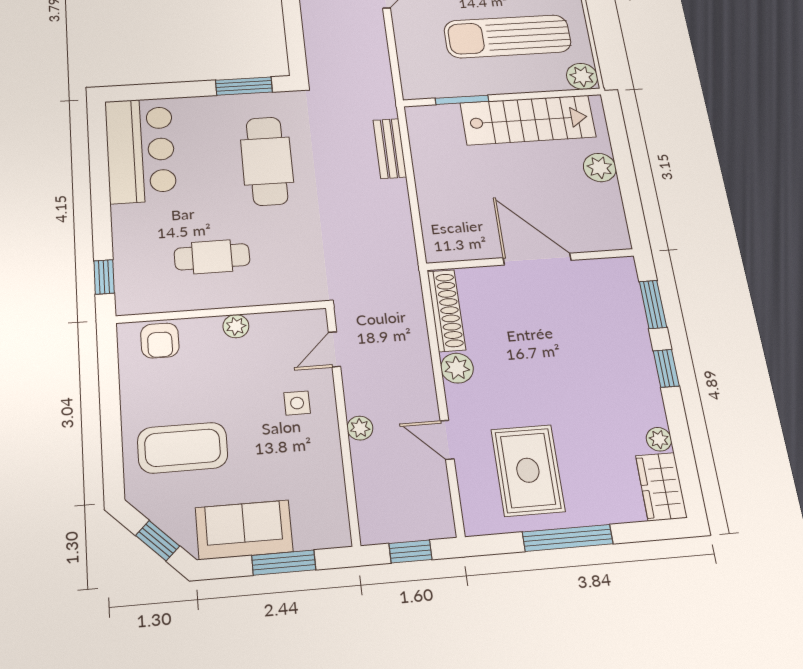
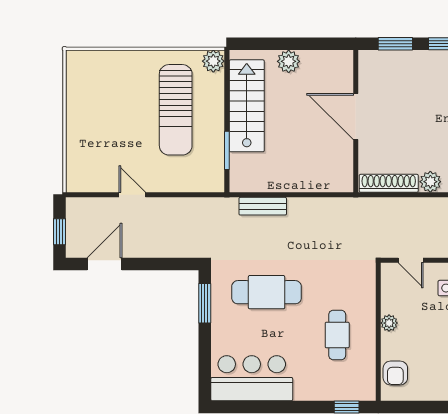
door: (537, 259) -> (356, 117), hinge flipped
armchair: (160, 341) -> (395, 373), turned 90

